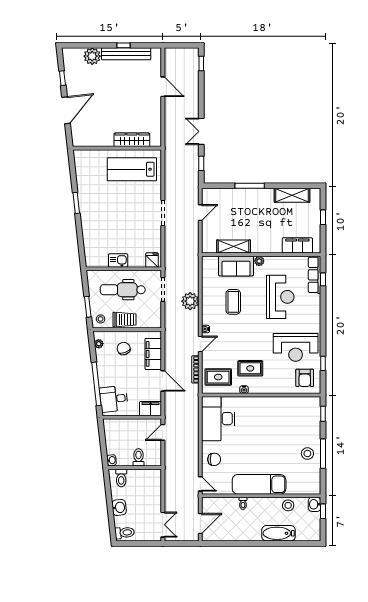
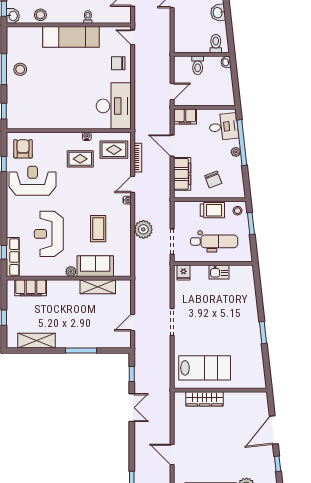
trolley: (124, 319) -> (212, 210), turned 180
plant: (99, 344) -> (236, 152), moved

